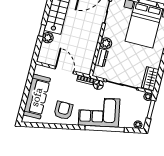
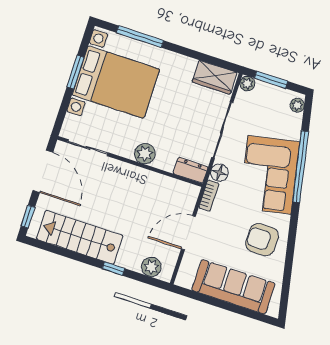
plant: (48, 38) -> (151, 267), moved
dresser: (101, 58) -> (191, 170), moved

